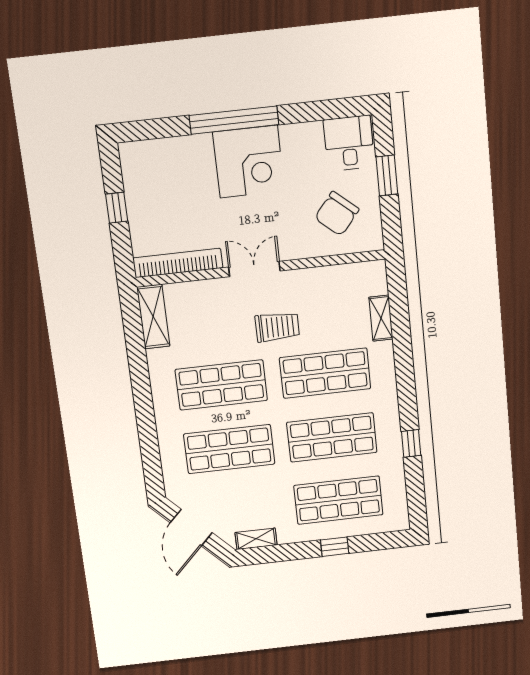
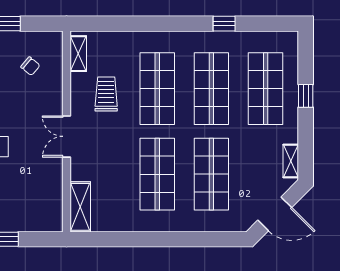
chair: (337, 214) -> (30, 66), width x0.54, depth x0.54
bookcase: (178, 263) -> (55, 197), removed
shelving: (153, 317) -> (80, 207), moved, turned 90
shelving: (381, 318) -> (78, 54), moved, turned 90
trolley: (277, 327) -> (106, 94), moved

